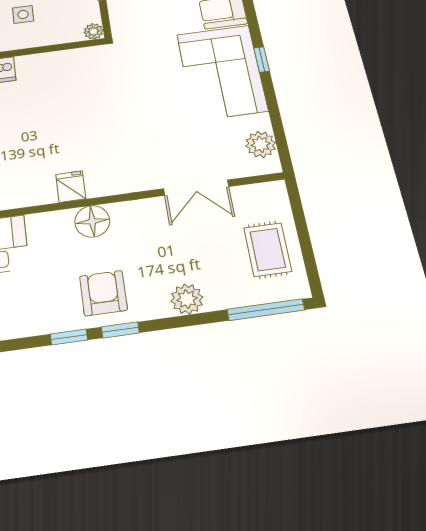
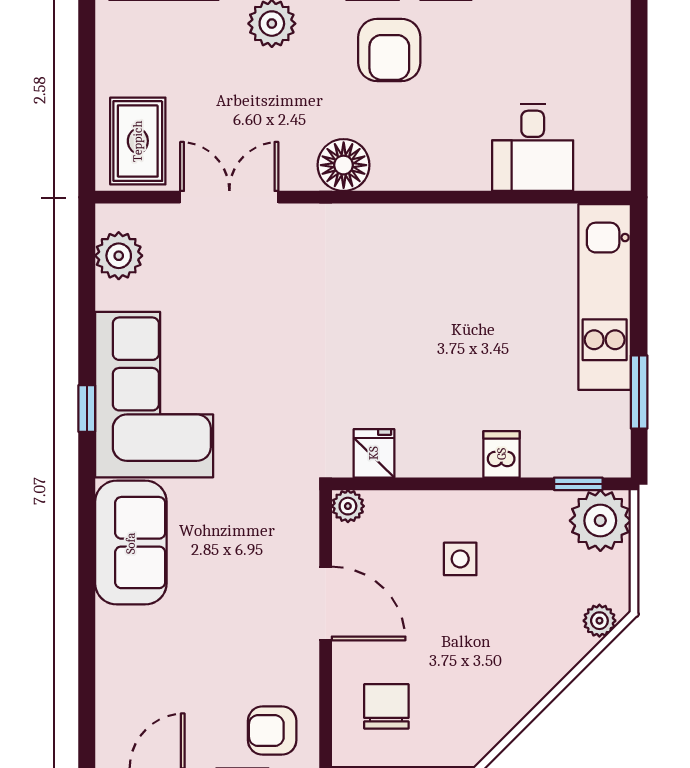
fridge: (71, 187) -> (374, 453), moved, turned 180
floor lamp: (92, 221) -> (344, 165), moved
rug: (268, 250) -> (138, 141), moved

